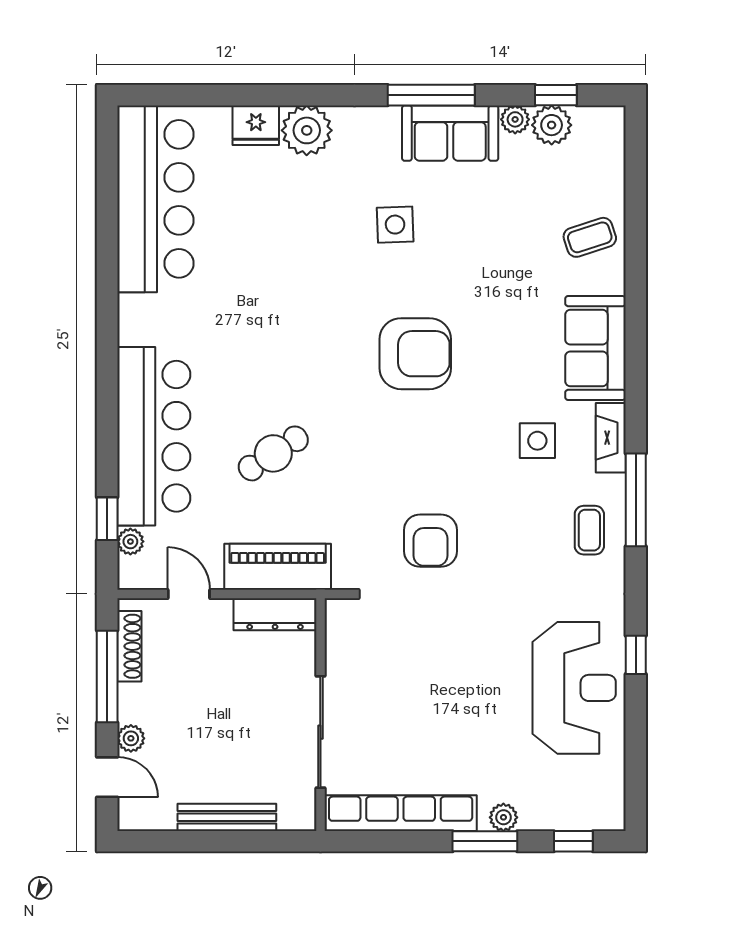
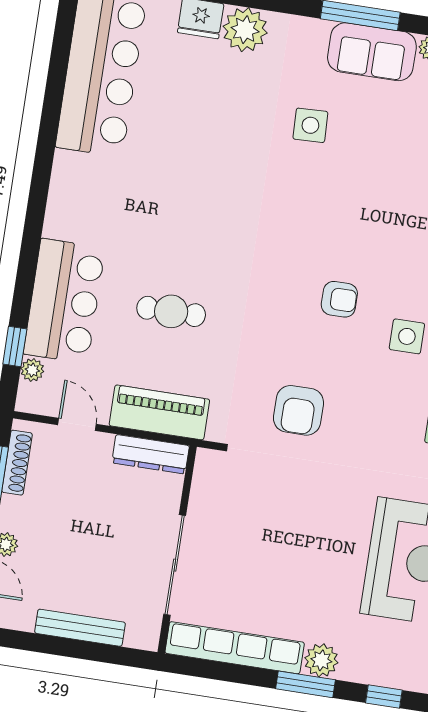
armchair: (415, 354) -> (339, 299), moved, width x0.53, depth x0.53
bar counter: (154, 436) -> (64, 301), width x0.73
cafe table: (273, 453) -> (171, 311), turned 33
plant: (503, 817) -> (321, 660), width x1.38, depth x1.38

